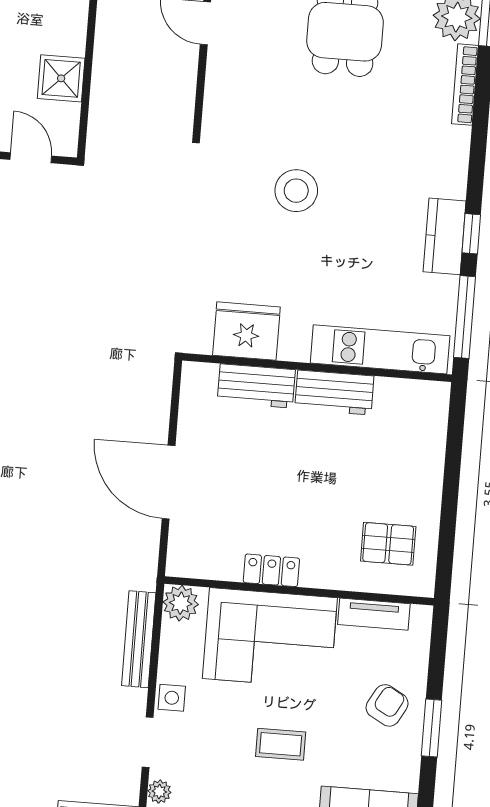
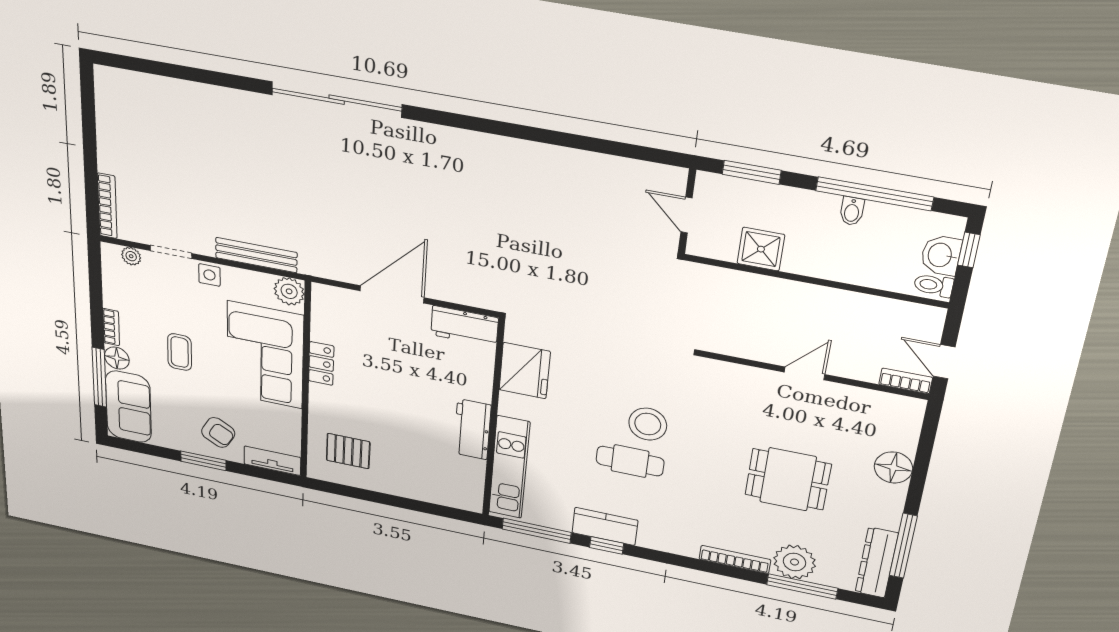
door: (31, 158) -> (686, 215), swing flipped
cafe table: (349, 209) -> (630, 461), added
workbench: (256, 386) -> (464, 326), moved, turned -90
pallet: (388, 544) -> (348, 451), turned 90
tv unit: (374, 614) -> (272, 461), moved, turned 90

